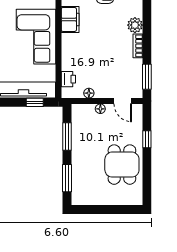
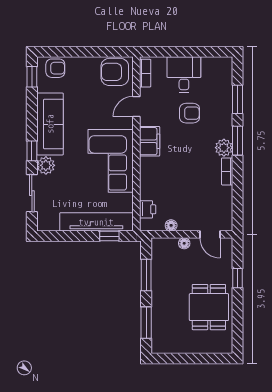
window: (147, 77) -> (237, 141), moved

